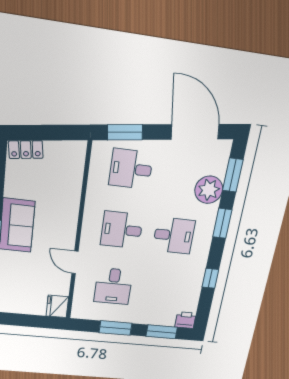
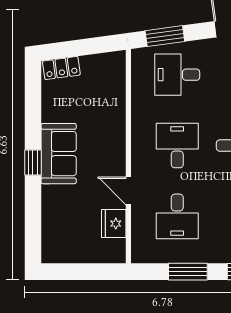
desk: (122, 230) -> (177, 146), turned 90
fridge: (57, 306) -> (114, 224), moved

